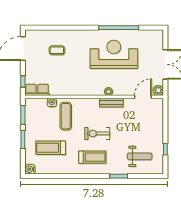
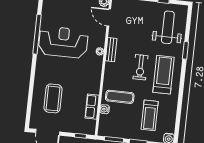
coffee table: (57, 50) -> (53, 98), width x1.86, depth x1.72
reception desk: (114, 54) -> (63, 42), turned 90
row of seats: (37, 90) -> (92, 107), moved
weight bench: (140, 156) -> (168, 27), width x1.36, depth x1.33
treadmill: (92, 157) -> (164, 75), width x1.37, depth x1.38

